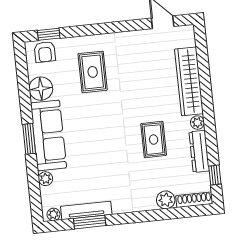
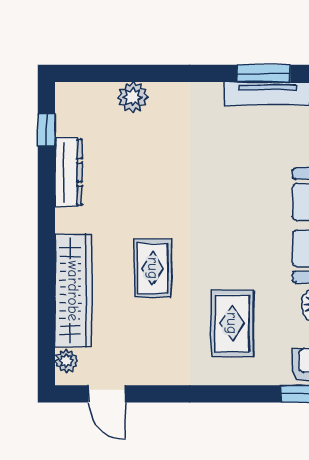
plant: (197, 123) -> (66, 361), moved
rug: (154, 140) -> (153, 268), moved
shoe rack: (194, 200) -> (85, 92), removed

